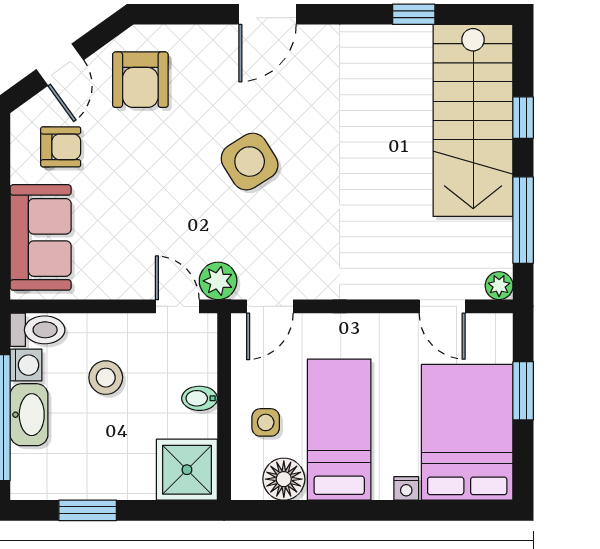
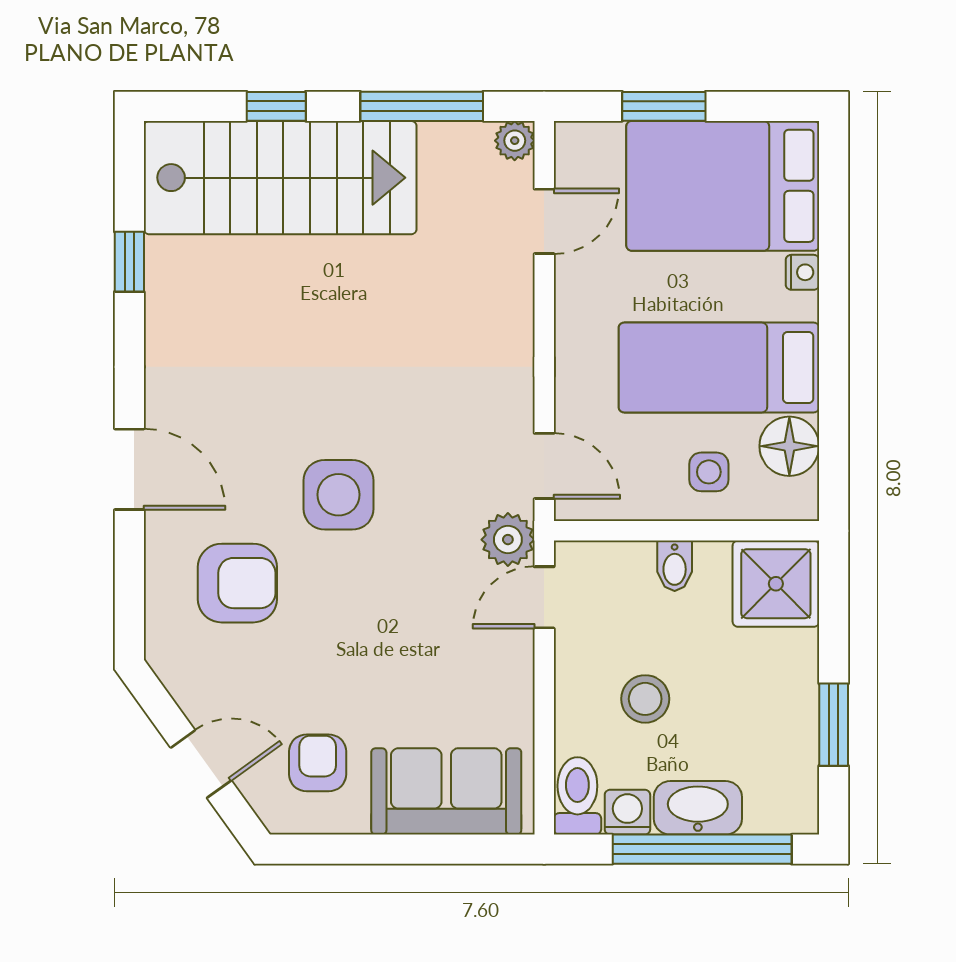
armchair: (140, 80) -> (237, 583), moved
side table: (250, 162) -> (338, 495), turned 32

